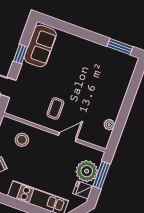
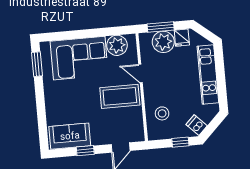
corner sofa: (107, 88) -> (79, 58), added
coffee table: (55, 108) -> (120, 96), width x1.86, depth x1.72
plant: (109, 125) -> (117, 45), width x1.88, depth x1.88

